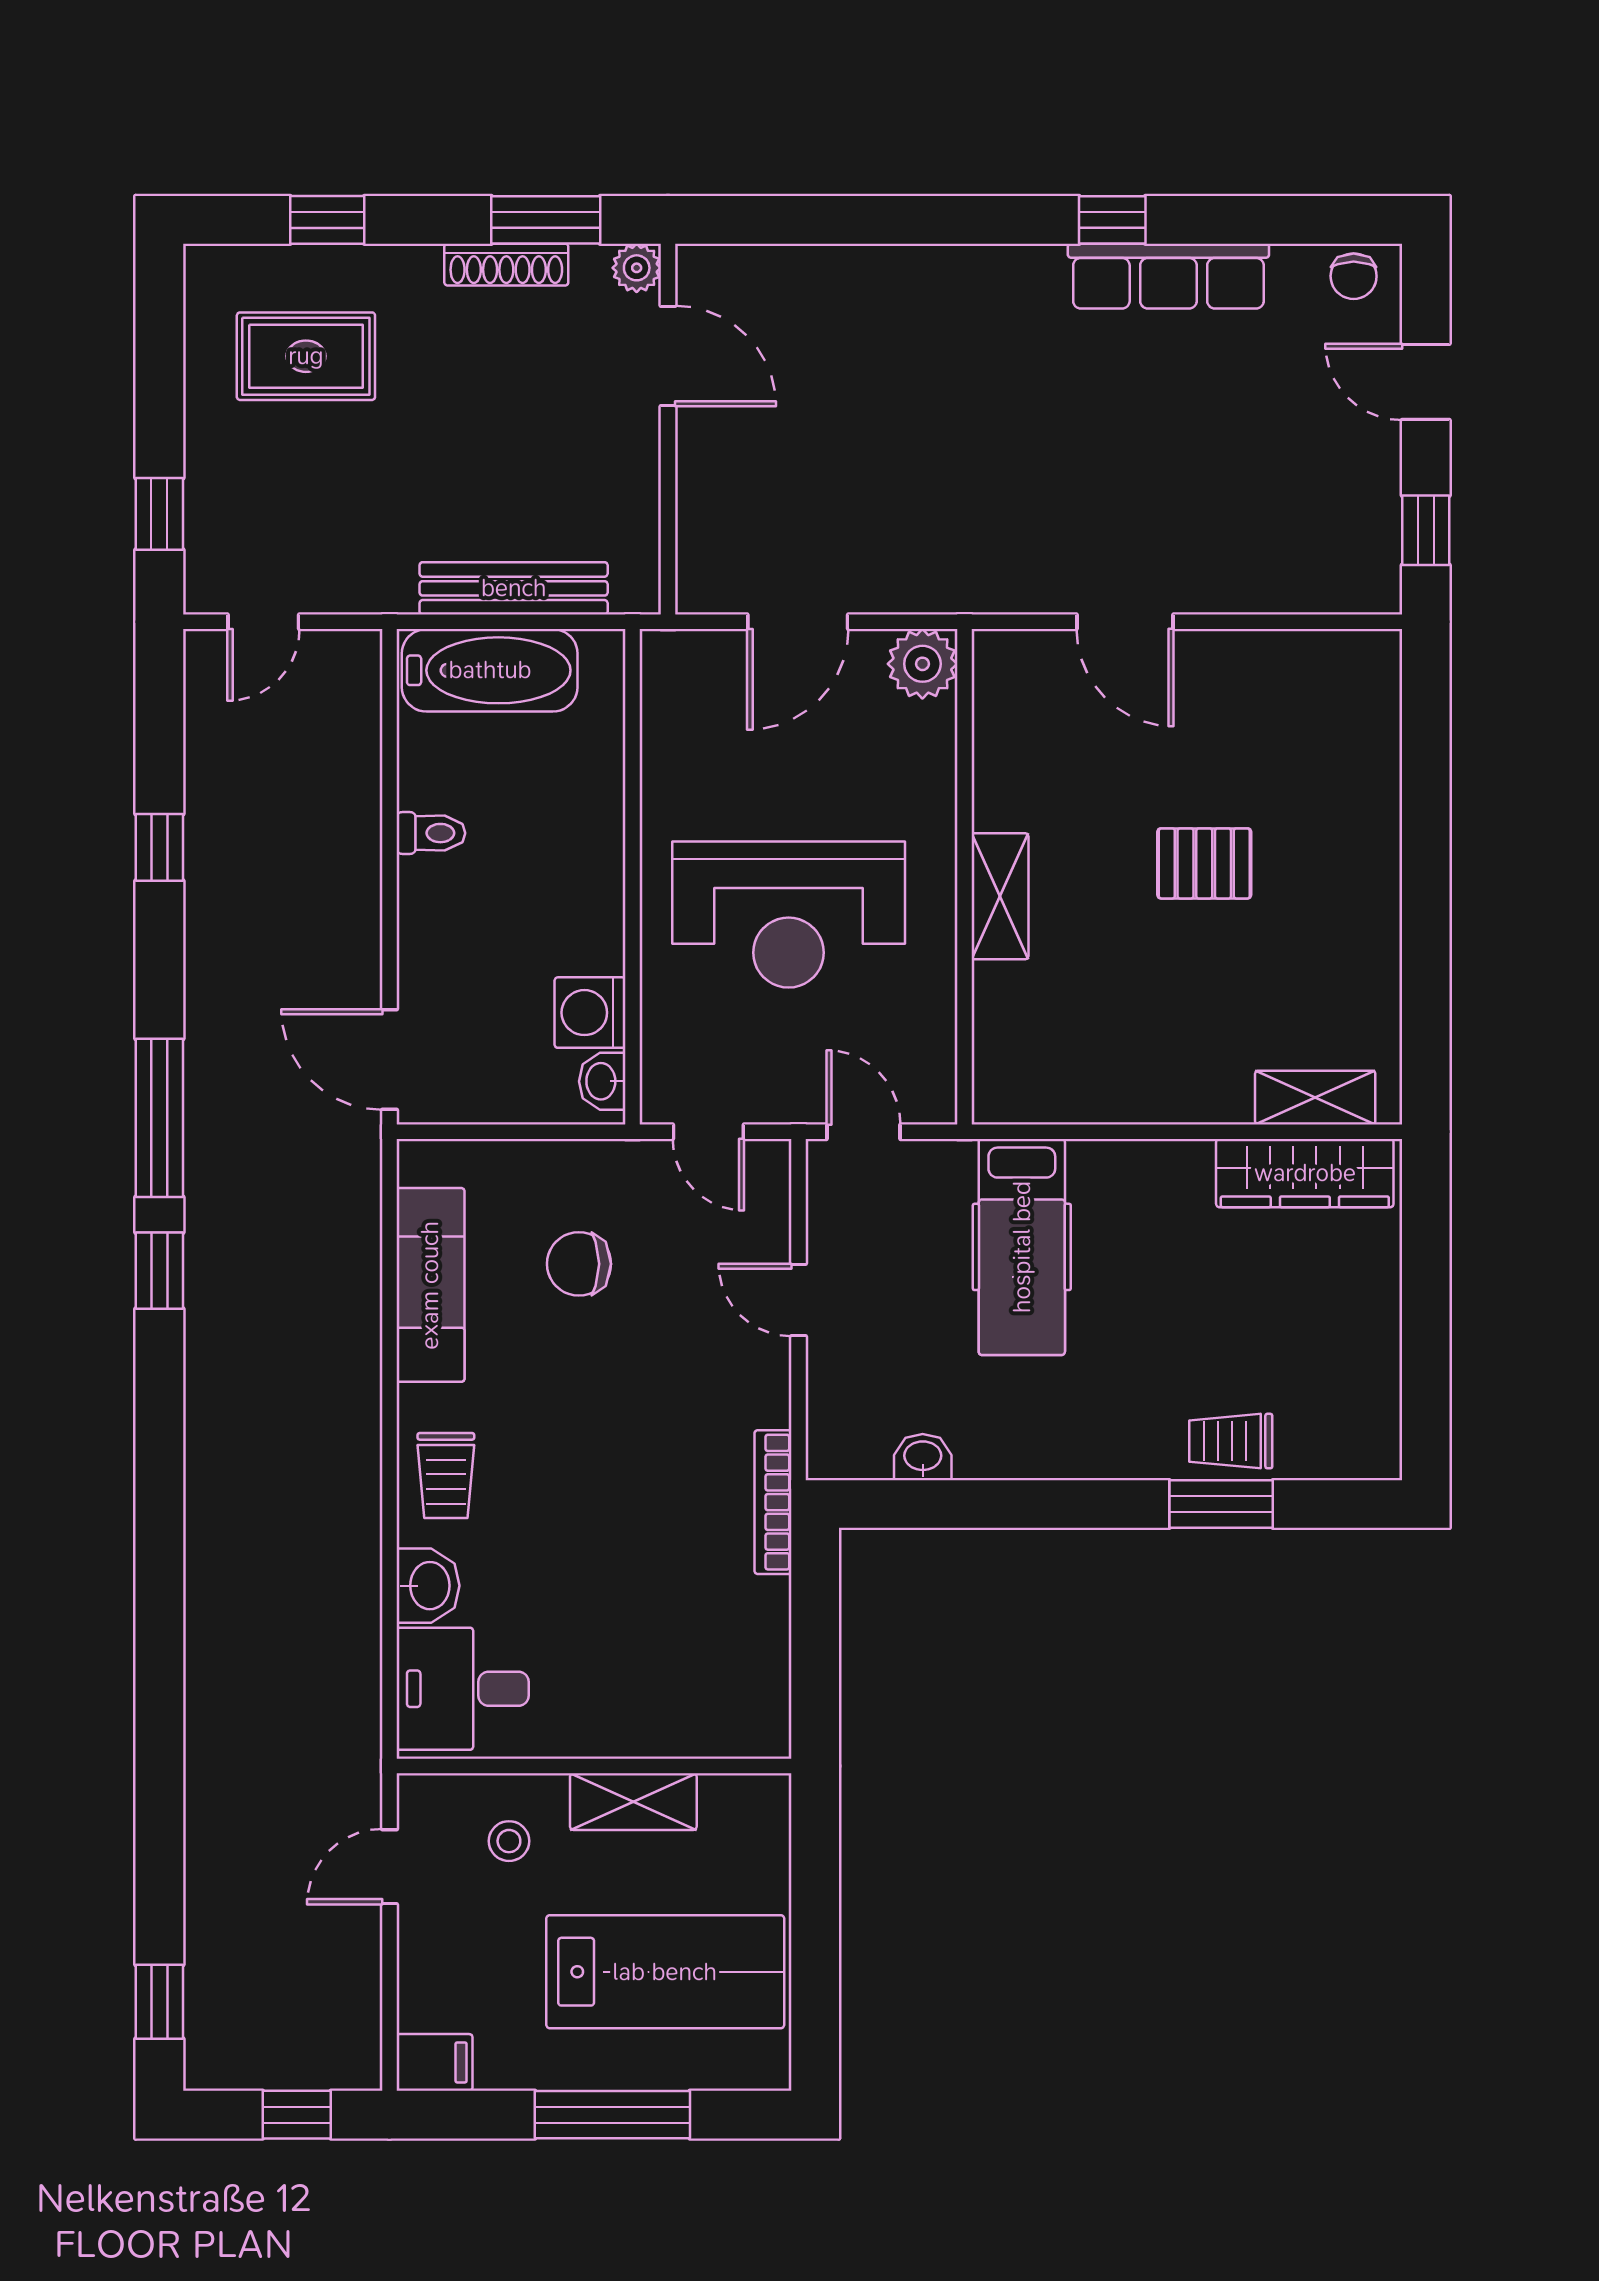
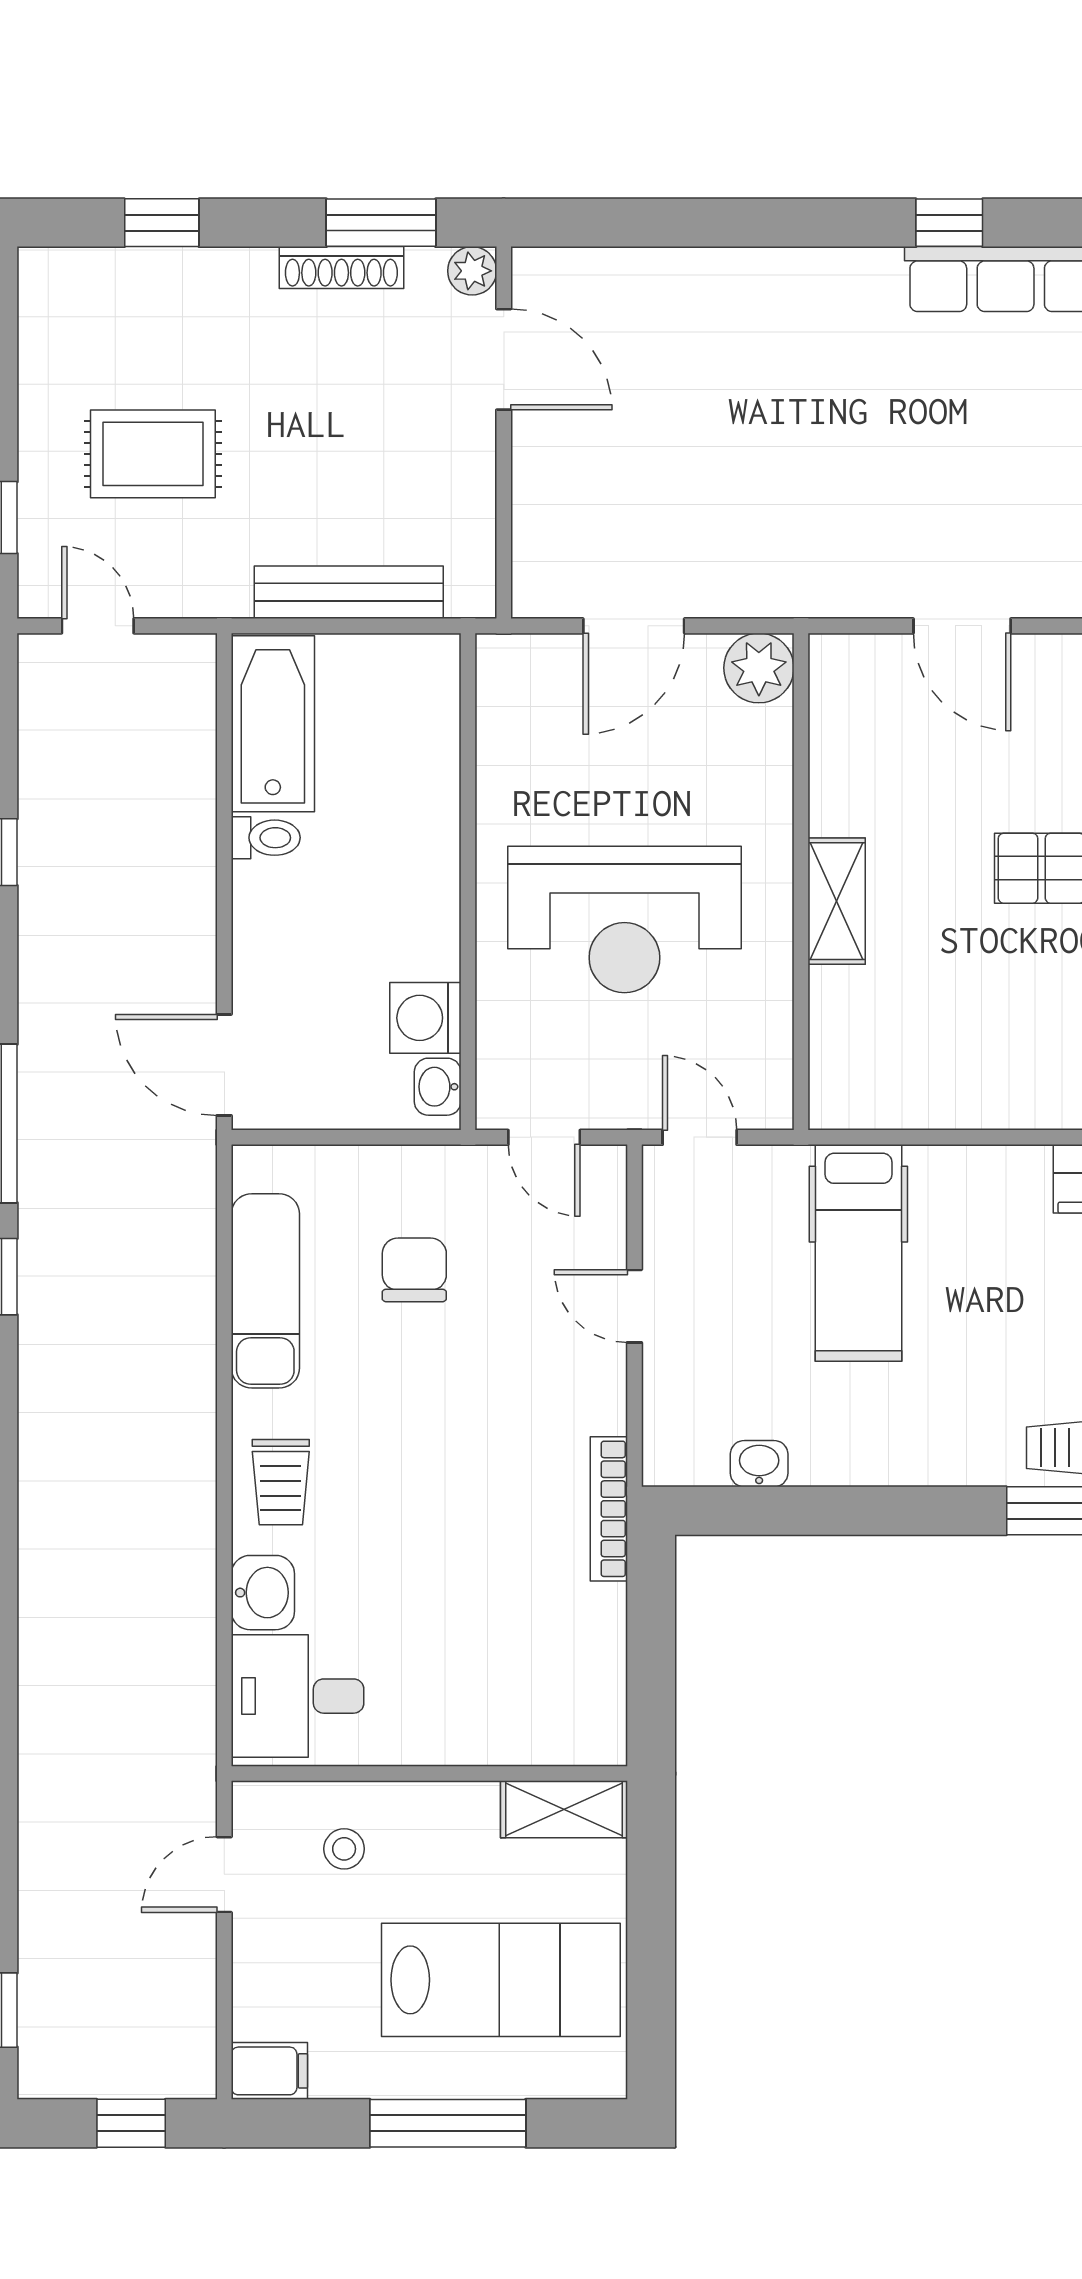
rug: (306, 356) -> (153, 454), moved
door: (263, 622) -> (98, 626), swing flipped
bathtub: (490, 670) -> (273, 724), moved, turned -90
chair: (579, 1264) -> (414, 1270), turned 90
shelving: (633, 1802) -> (564, 1809), moved

